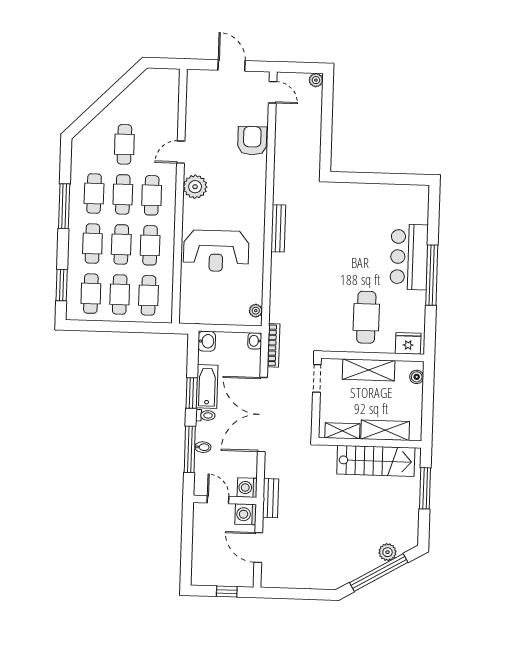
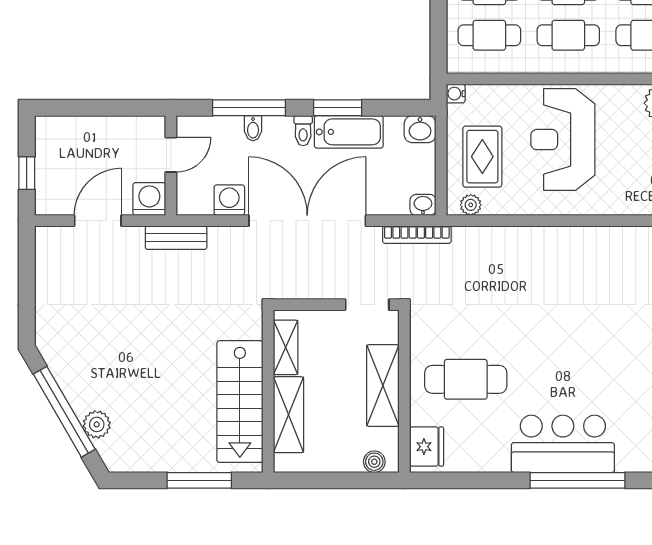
bench: (278, 228) -> (601, 236), removed
window: (432, 275) -> (577, 480), moved
rug: (225, 302) -> (482, 157), added
water cooler: (185, 318) -> (456, 94), added
washing machine: (247, 488) -> (229, 200), moved

